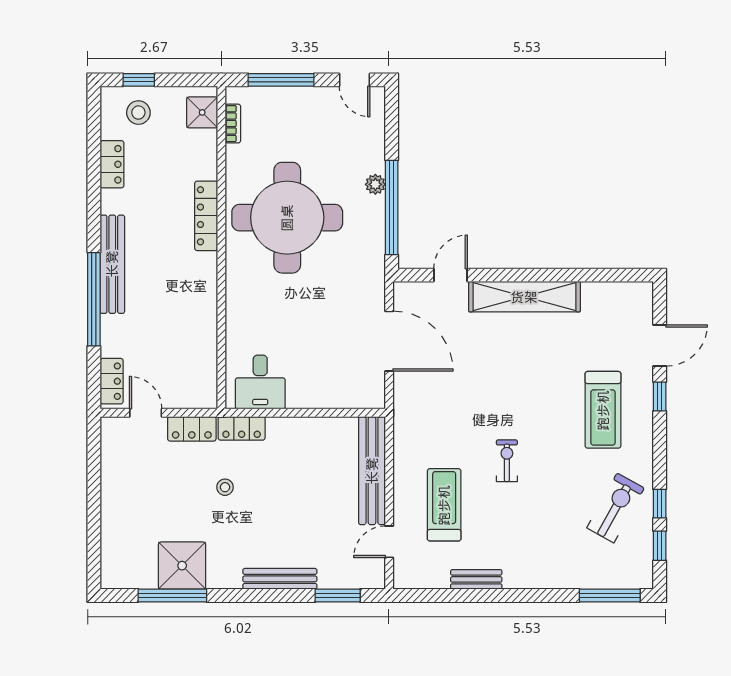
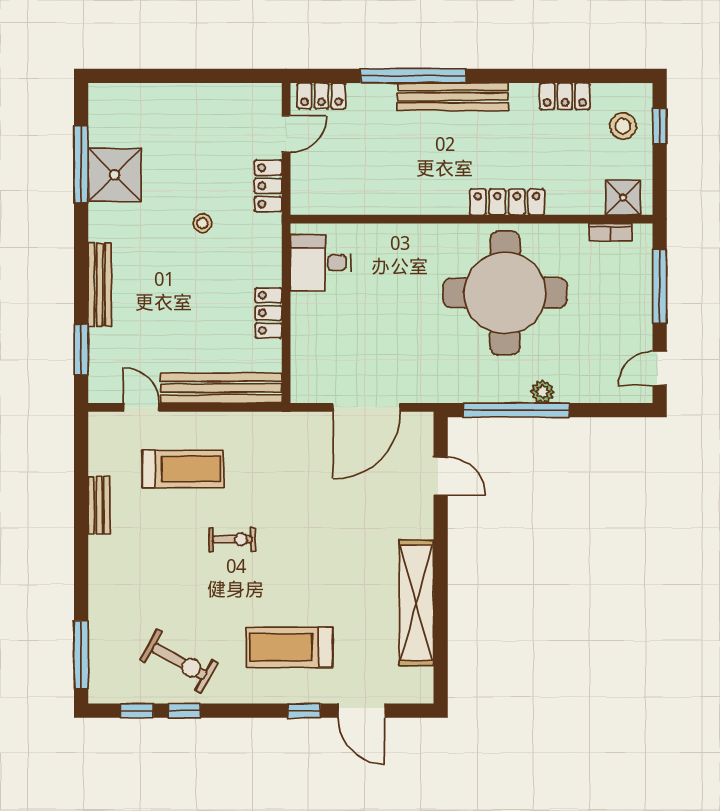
shelving: (524, 297) -> (416, 603), moved
locker: (242, 428) -> (269, 313), moved

